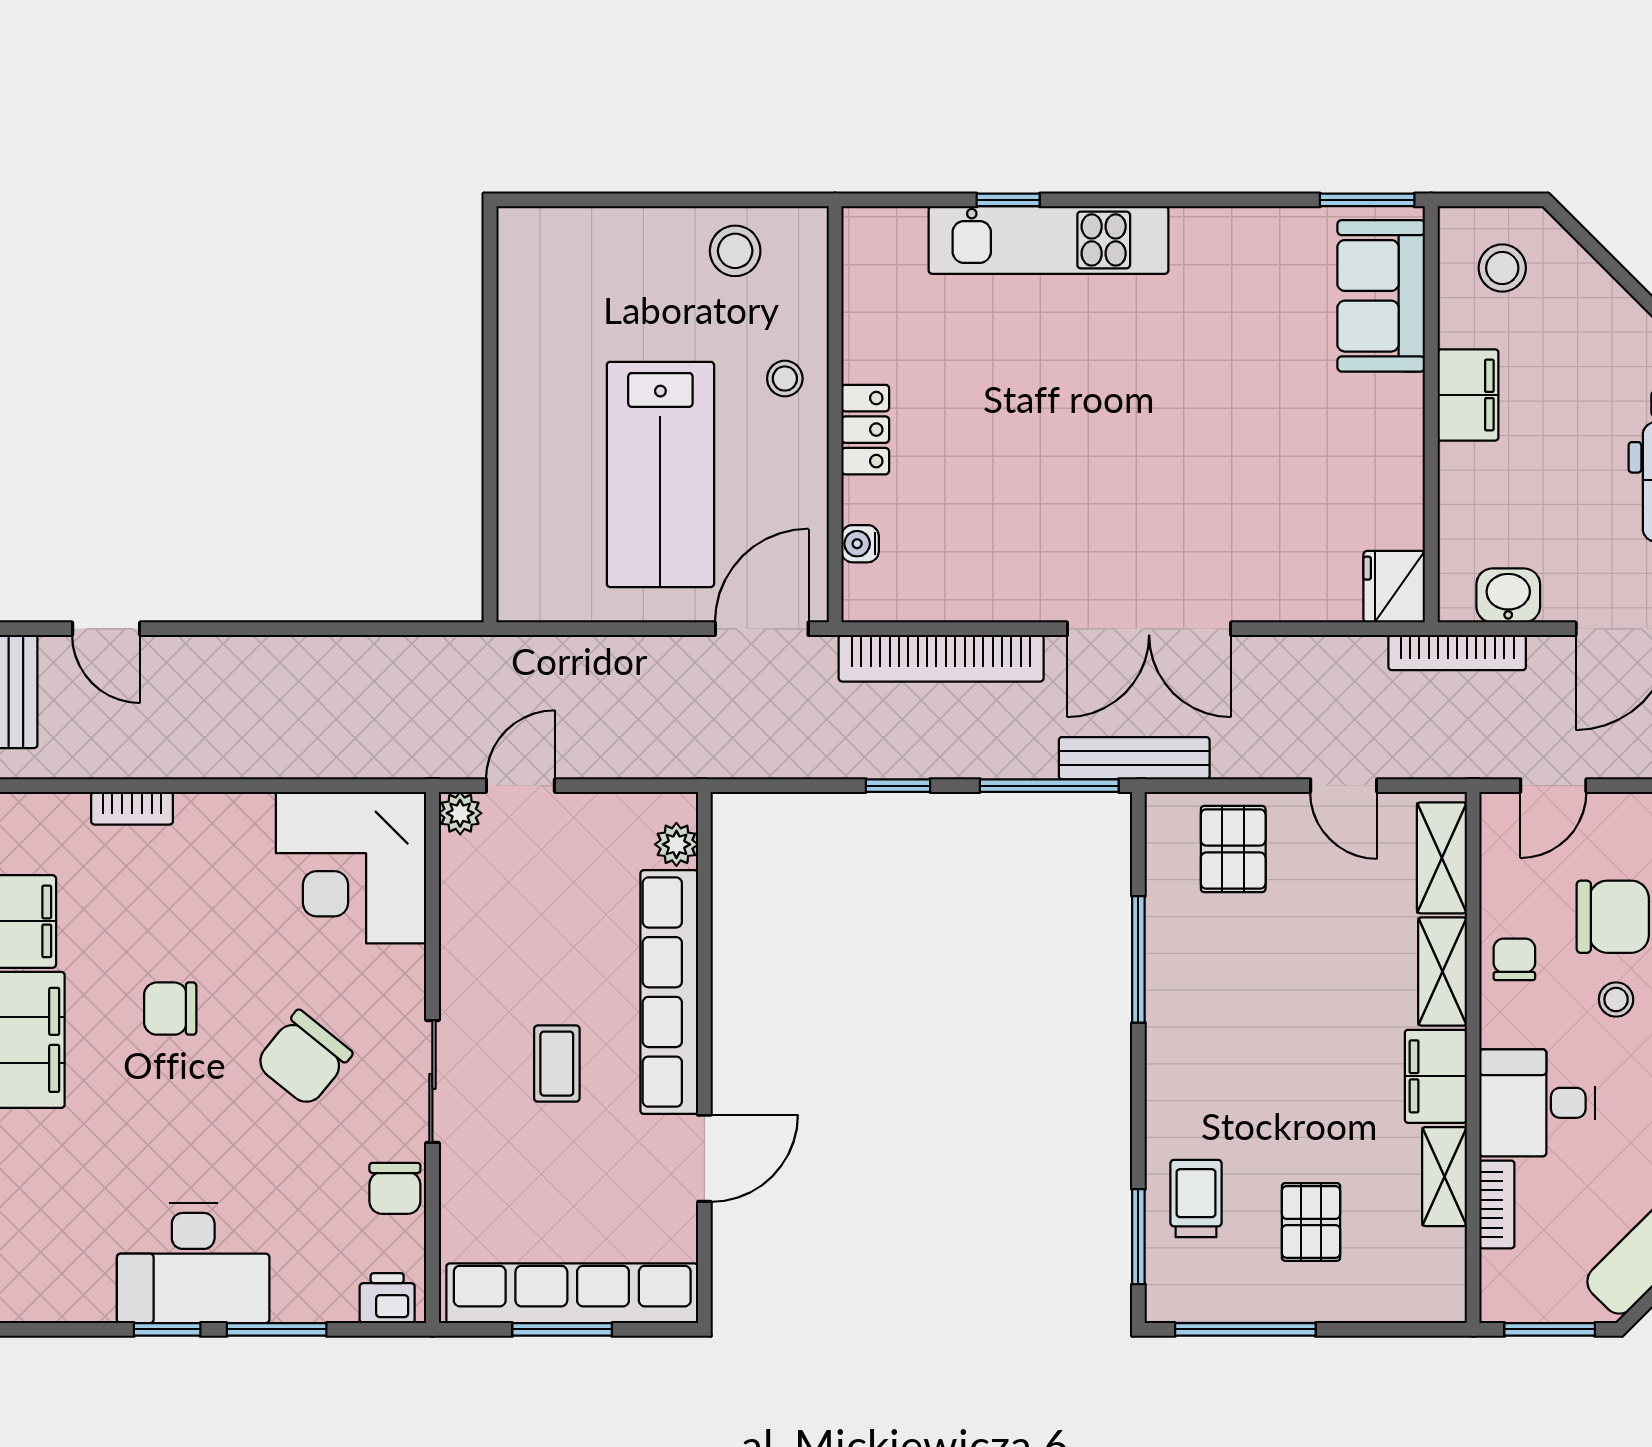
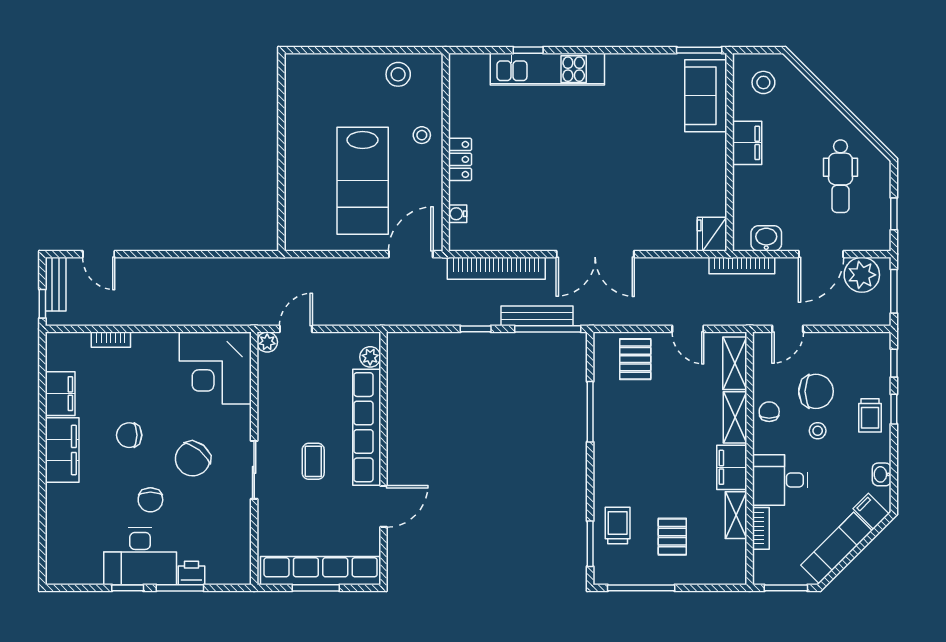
bench: (1134, 758) -> (537, 316), moved
chair: (395, 1188) -> (150, 500), moved
printer: (387, 1298) -> (191, 573), moved

